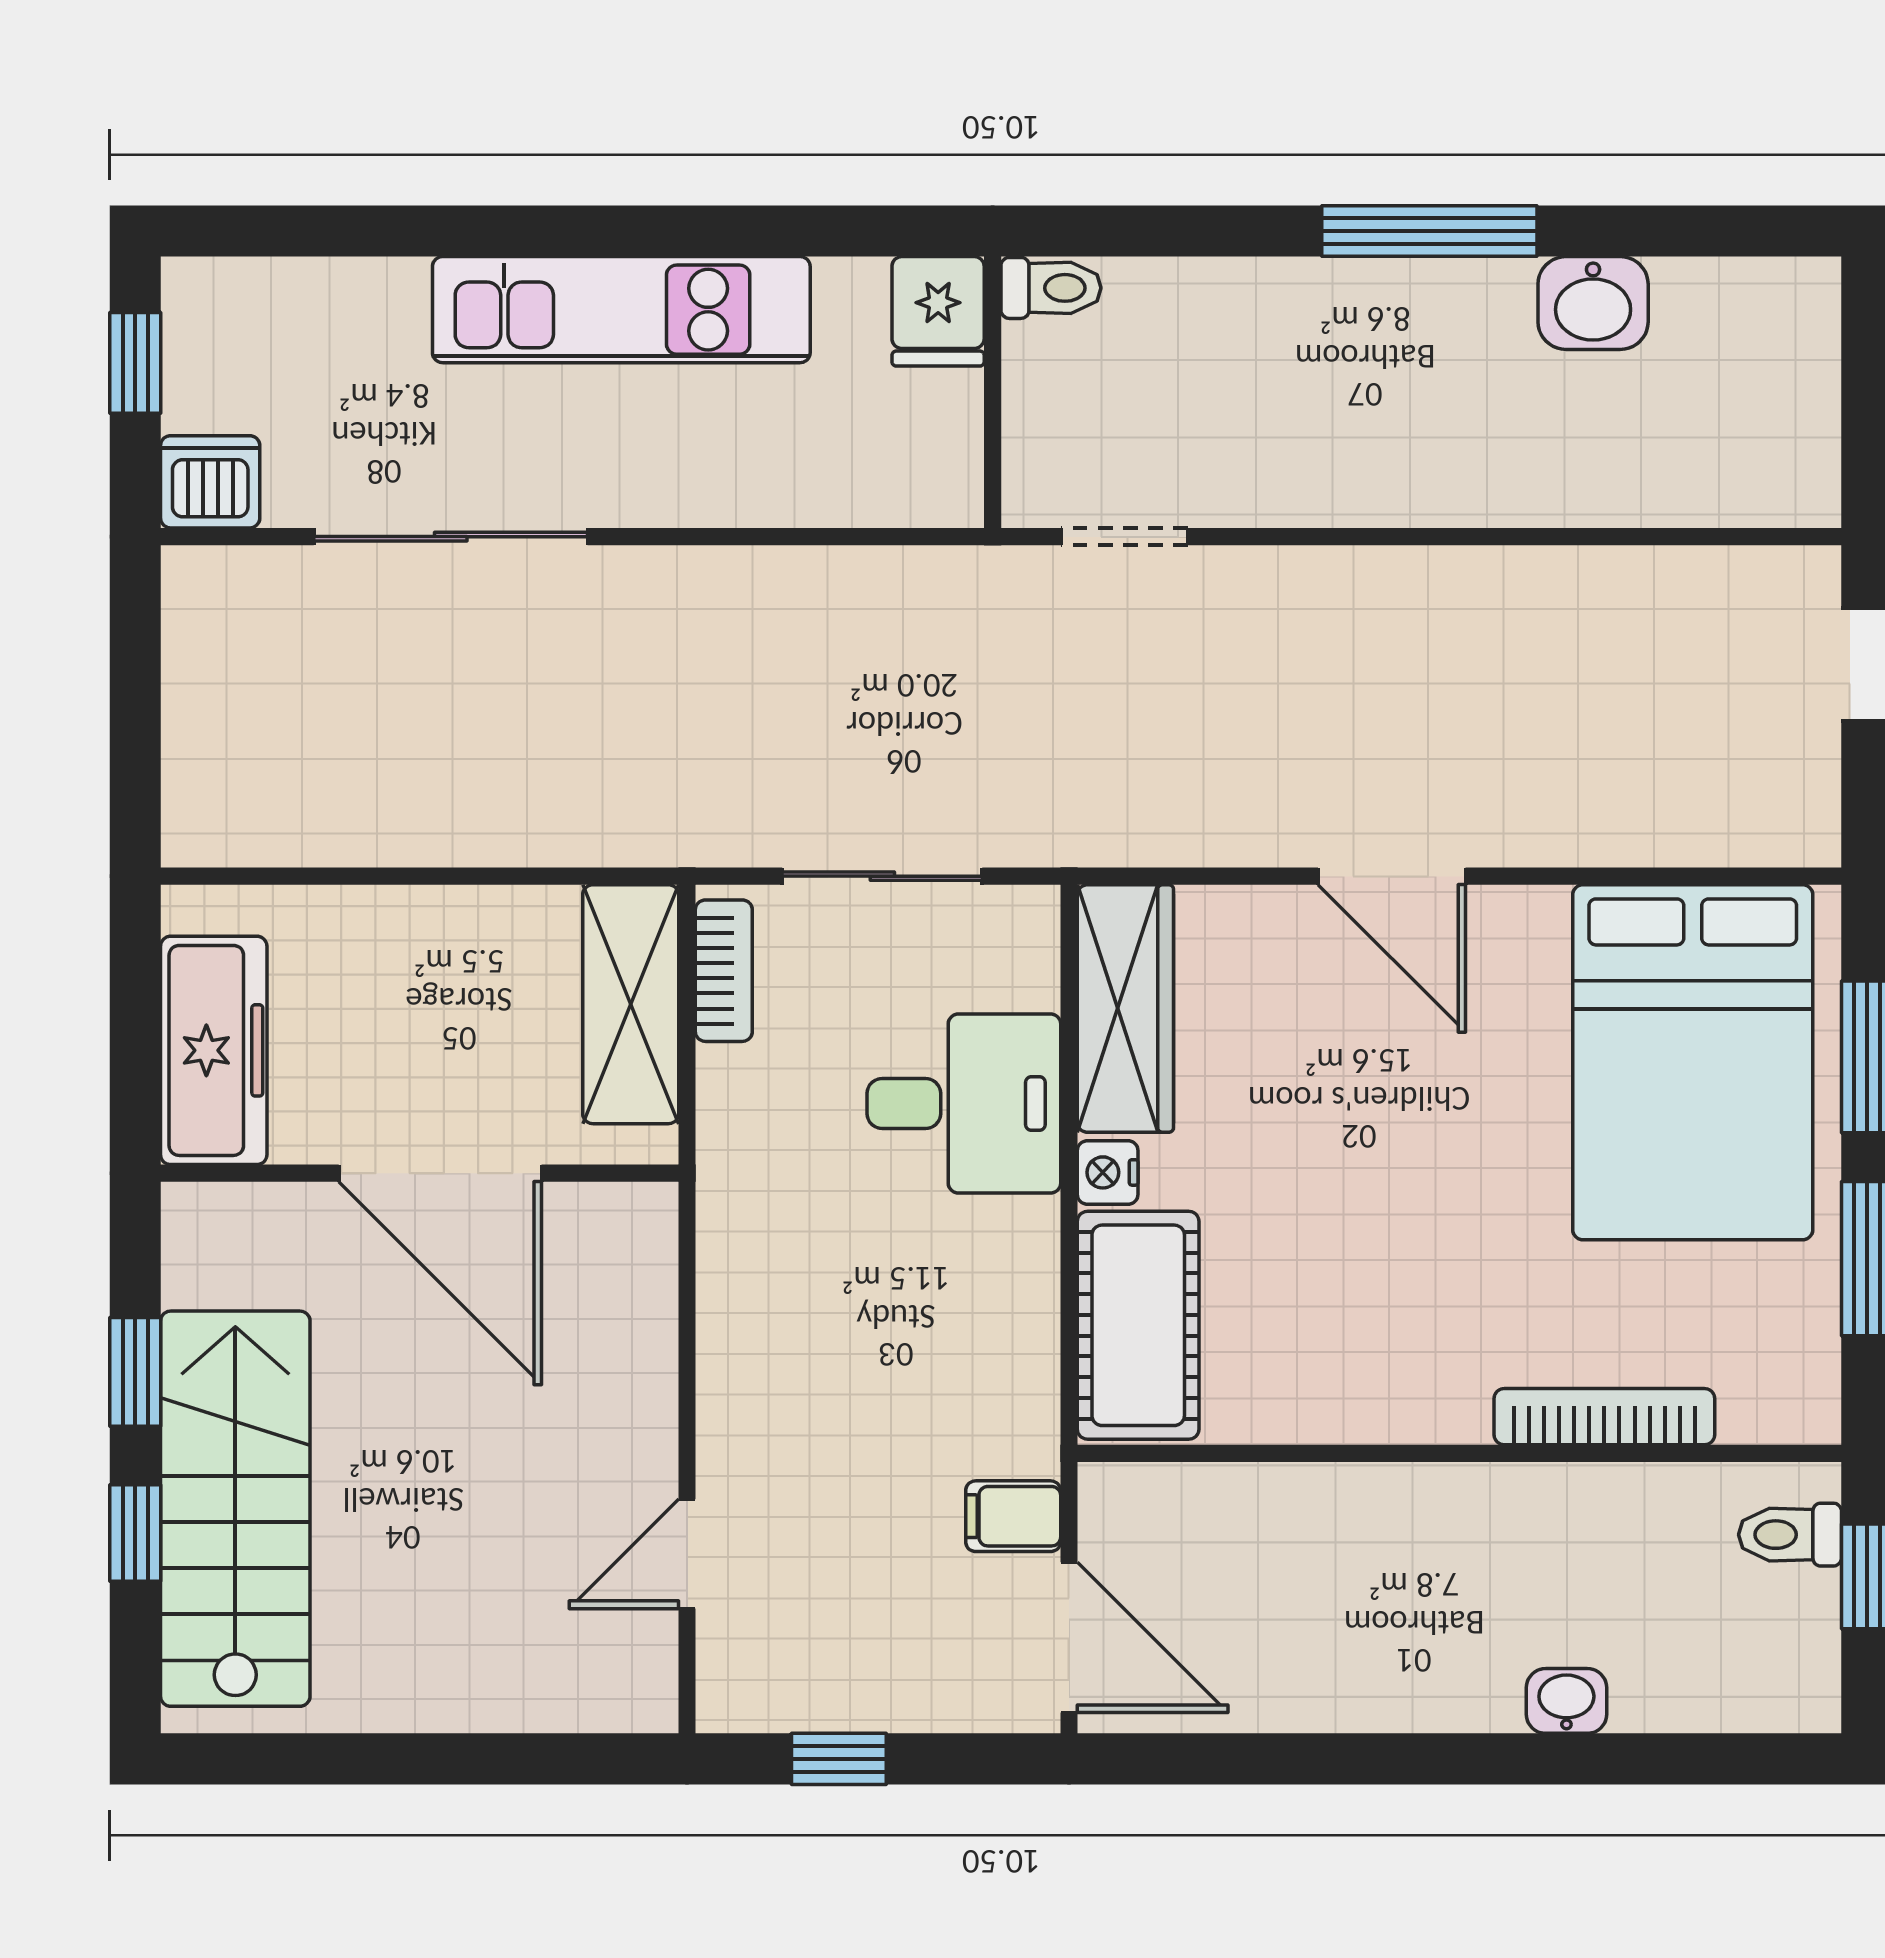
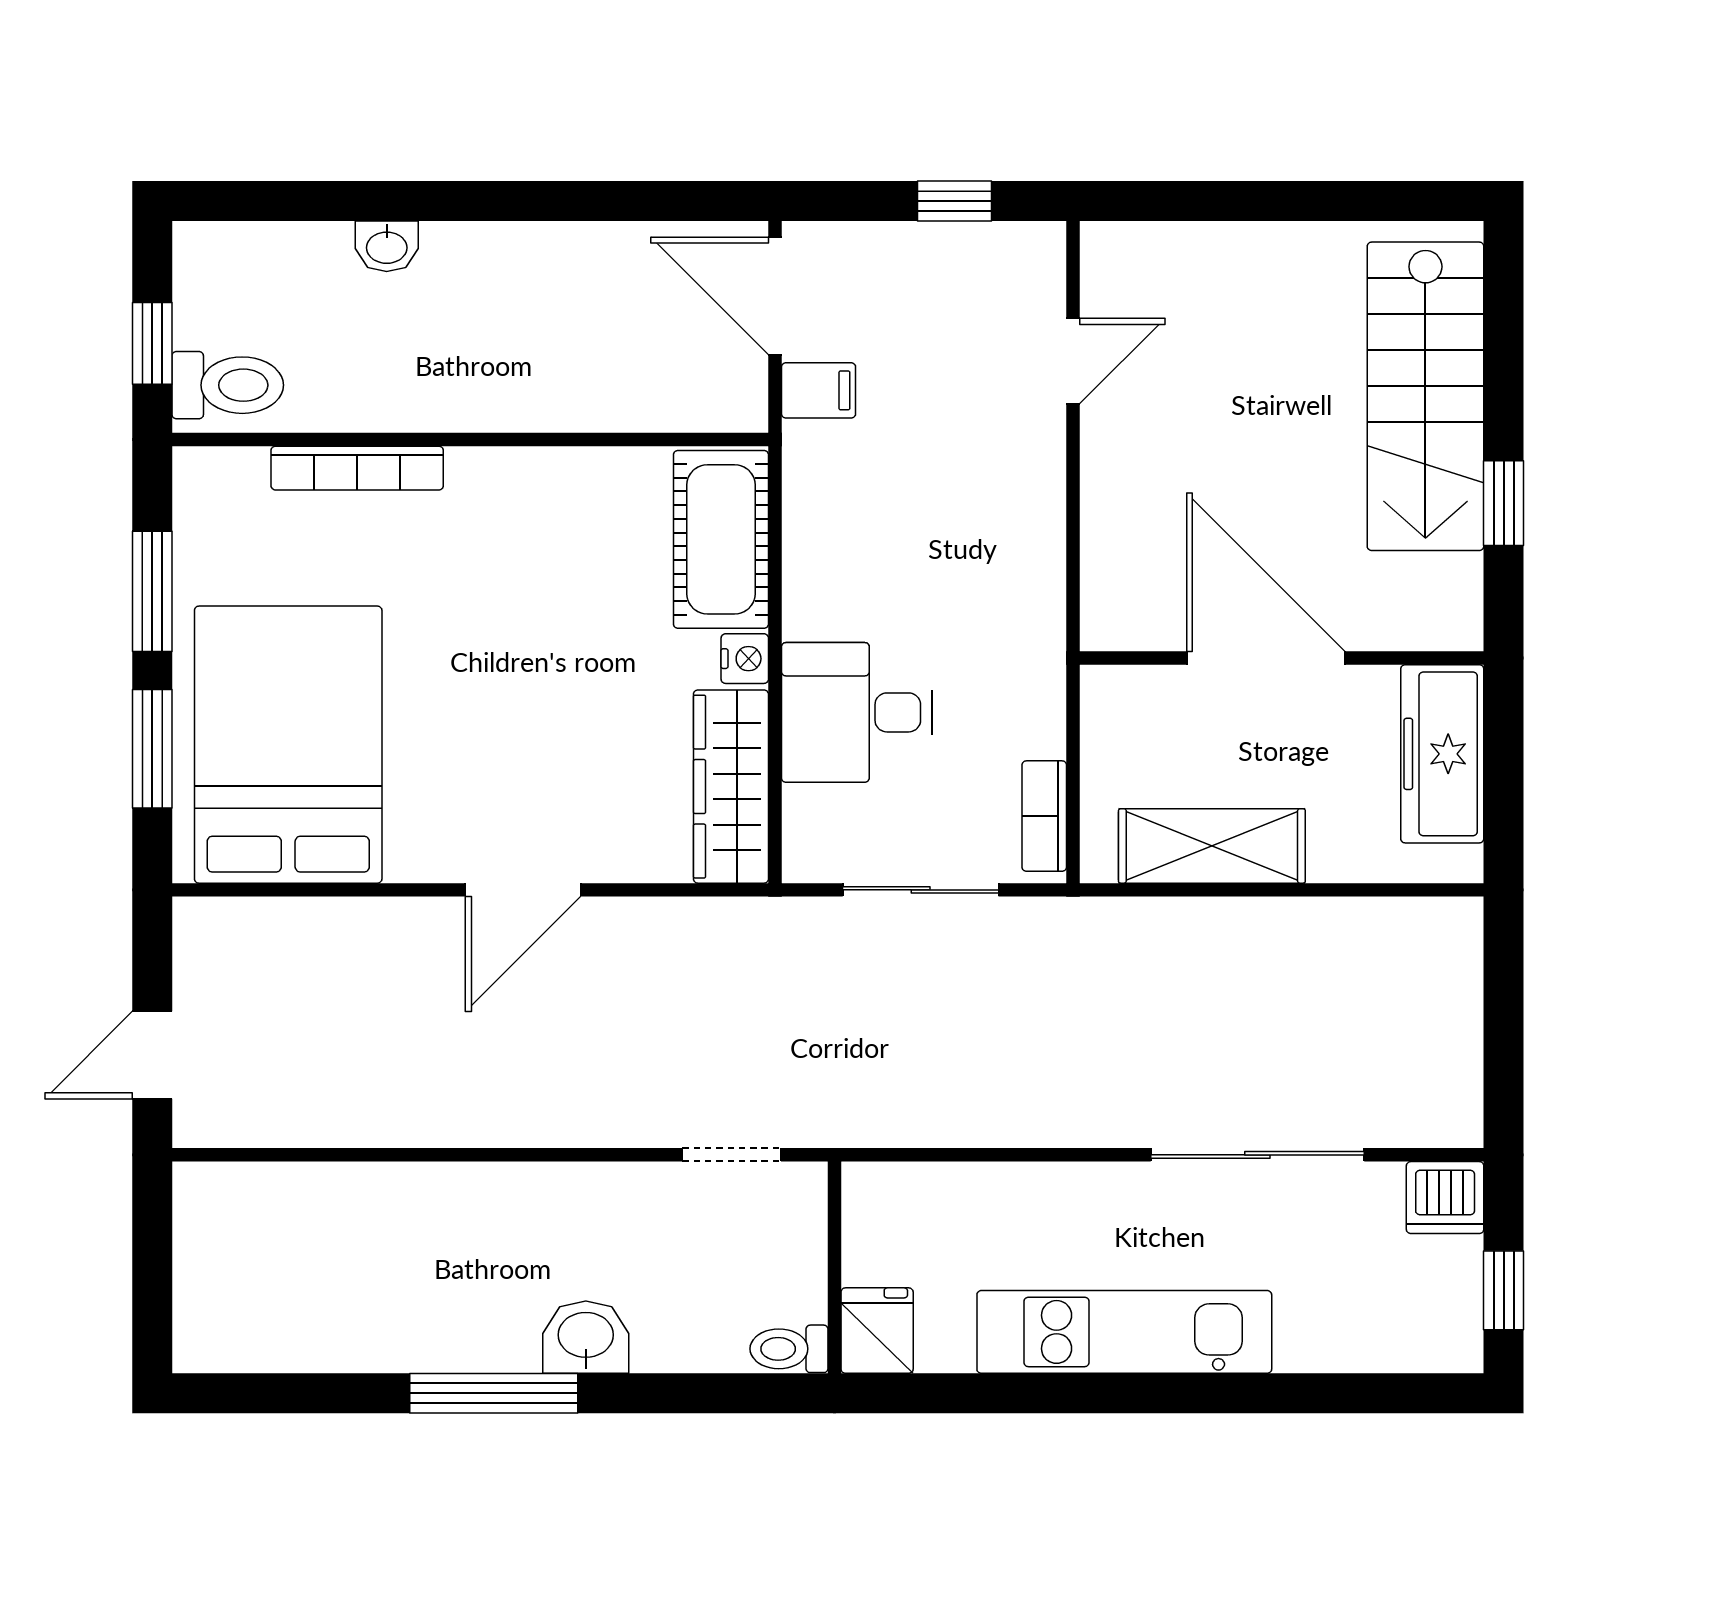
washbasin: (1593, 303) -> (586, 1337), moved
door: (1392, 876) -> (523, 890), swing flipped
shelving: (631, 1004) -> (1212, 846), moved, turned 90
window: (135, 1533) -> (1504, 377), removed
toilet: (1790, 1535) -> (228, 385), width x1.37, depth x1.39

